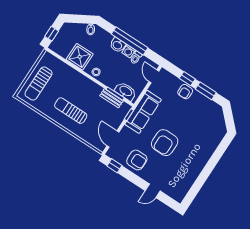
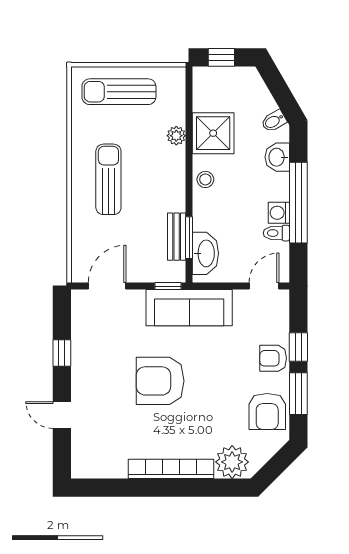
washbasin: (118, 45) -> (277, 157), moved
plant: (71, 72) -> (176, 136), added
plant: (216, 135) -> (232, 462), added
armchair: (137, 160) -> (267, 411), moved
bookcase: (203, 161) -> (171, 469), added
window: (114, 166) -> (62, 353), moved

